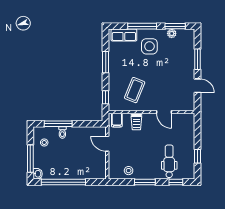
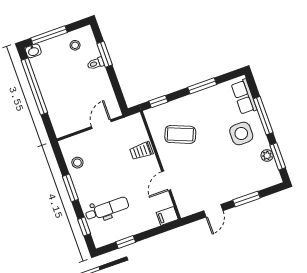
filing cabinet: (117, 120) -> (167, 216), moved
window: (58, 124) -> (105, 54), width x0.69

